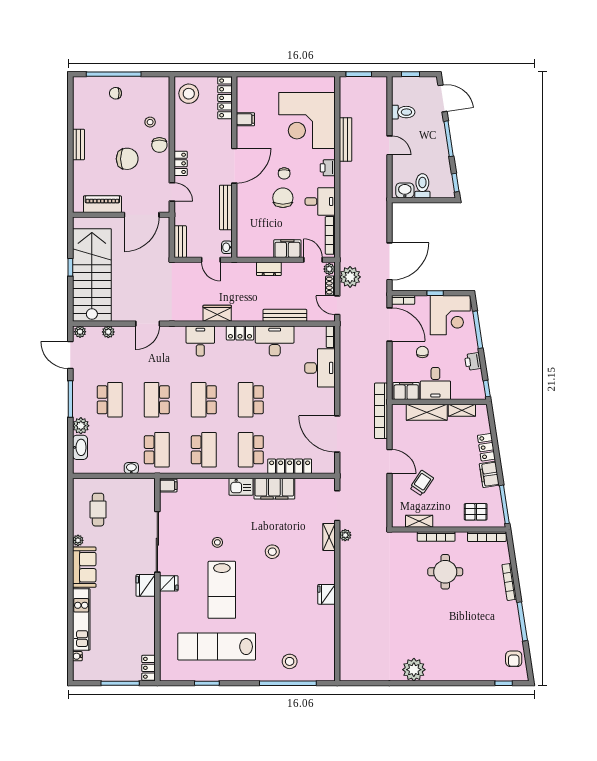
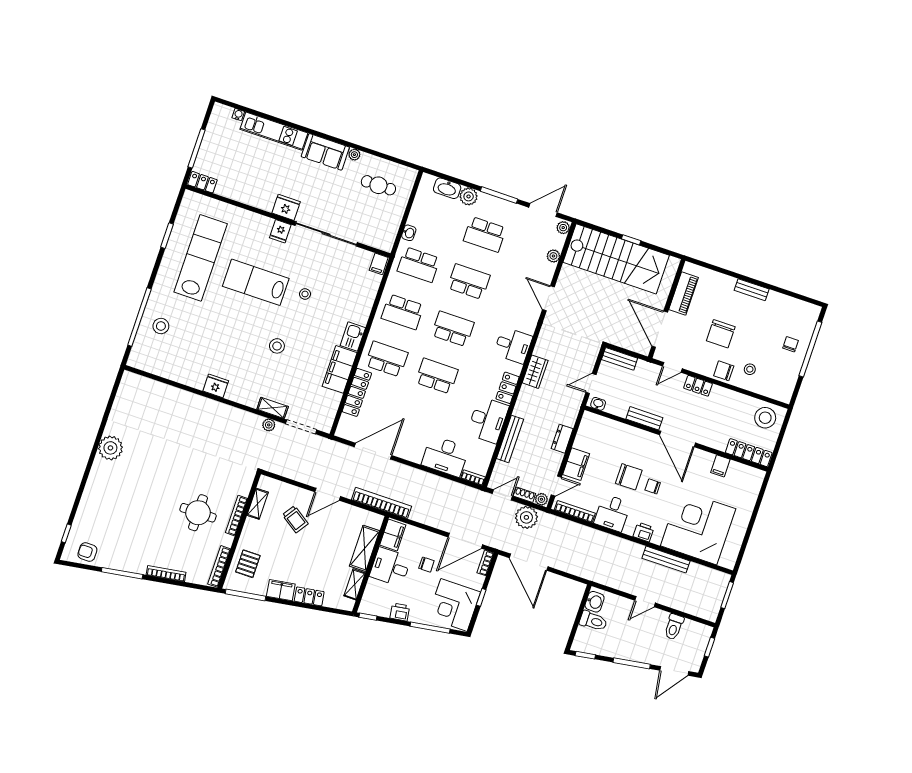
bench: (226, 207) -> (644, 418), width x0.73

